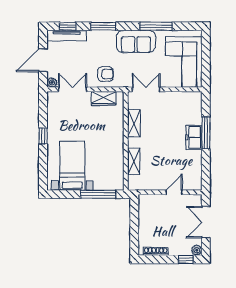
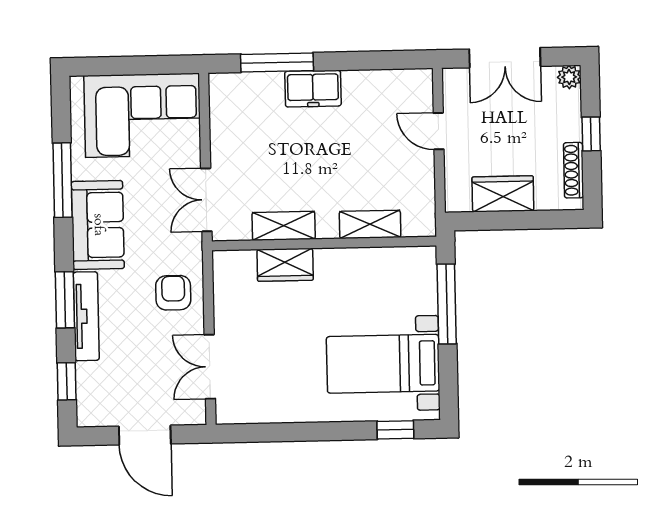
tv unit: (67, 36) -> (86, 316), moved
plant: (52, 83) -> (195, 414), removed
wardrobe: (104, 98) -> (285, 265), moved, turned 90
window: (206, 133) -> (277, 62), moved
window: (43, 136) -> (395, 430), moved
wardrobe: (146, 220) -> (503, 194), added
window: (186, 259) -> (591, 134), moved

